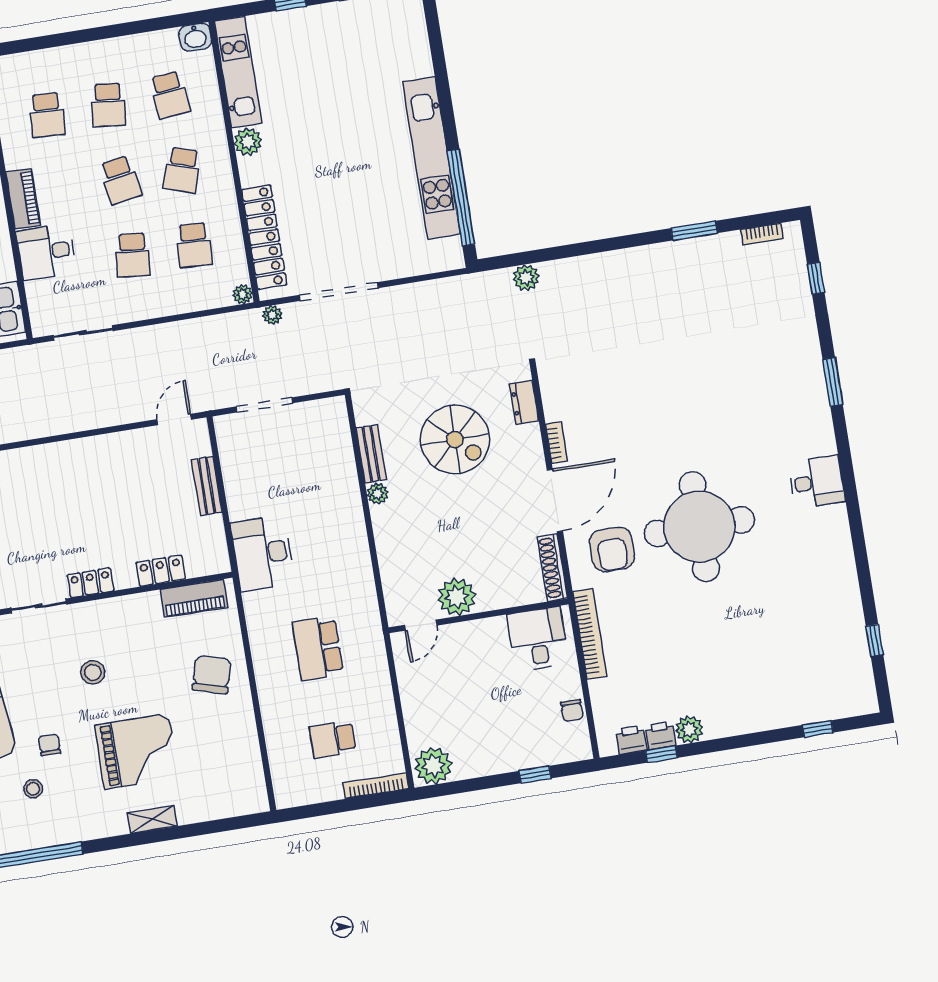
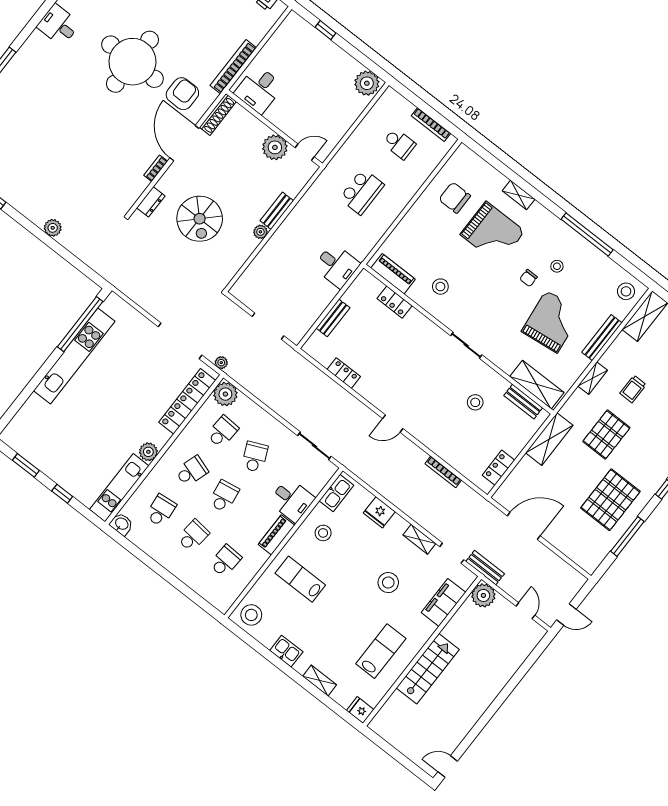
school desk: (133, 255) -> (255, 457), turned -30
plant: (526, 278) -> (53, 228), moved
plant: (243, 294) -> (225, 394), width x1.88, depth x1.88
door: (174, 419) -> (393, 424), moved
spiral stairs: (455, 439) -> (200, 219), turned 180
bench: (371, 454) -> (277, 211), moved
door: (555, 501) -> (184, 143), hinge flipped
desk: (263, 553) -> (337, 266), width x0.73
locker: (91, 583) -> (344, 373), moved, turned 180
stool: (93, 672) -> (440, 287), moved
chair: (212, 675) -> (455, 198), moved, turned 74
chair: (572, 710) -> (278, 41), removed
grand piano: (137, 751) -> (493, 233), turned 180
bookcase: (376, 786) -> (431, 125), moved

